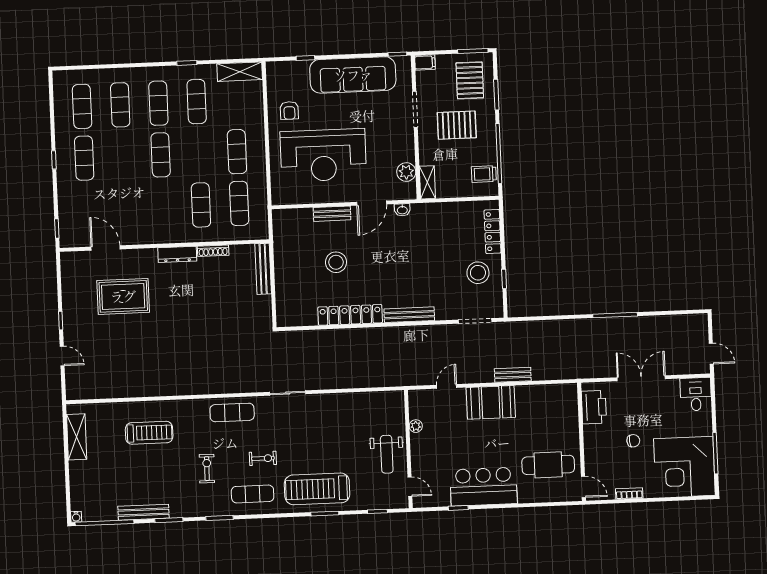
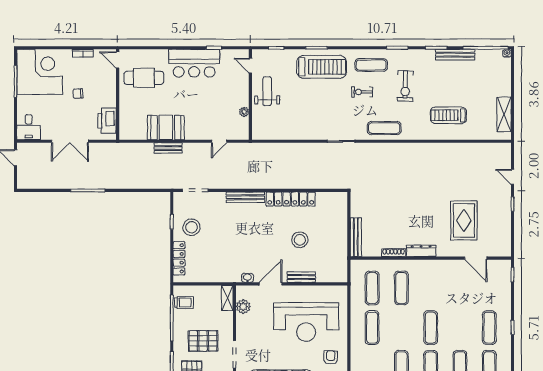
reception desk: (323, 155) -> (306, 322), turned 180
rug: (123, 296) -> (464, 220), turned 90
booth: (491, 402) -> (166, 127), moved
exercise bike: (207, 469) -> (405, 86), width x1.38, depth x1.39

